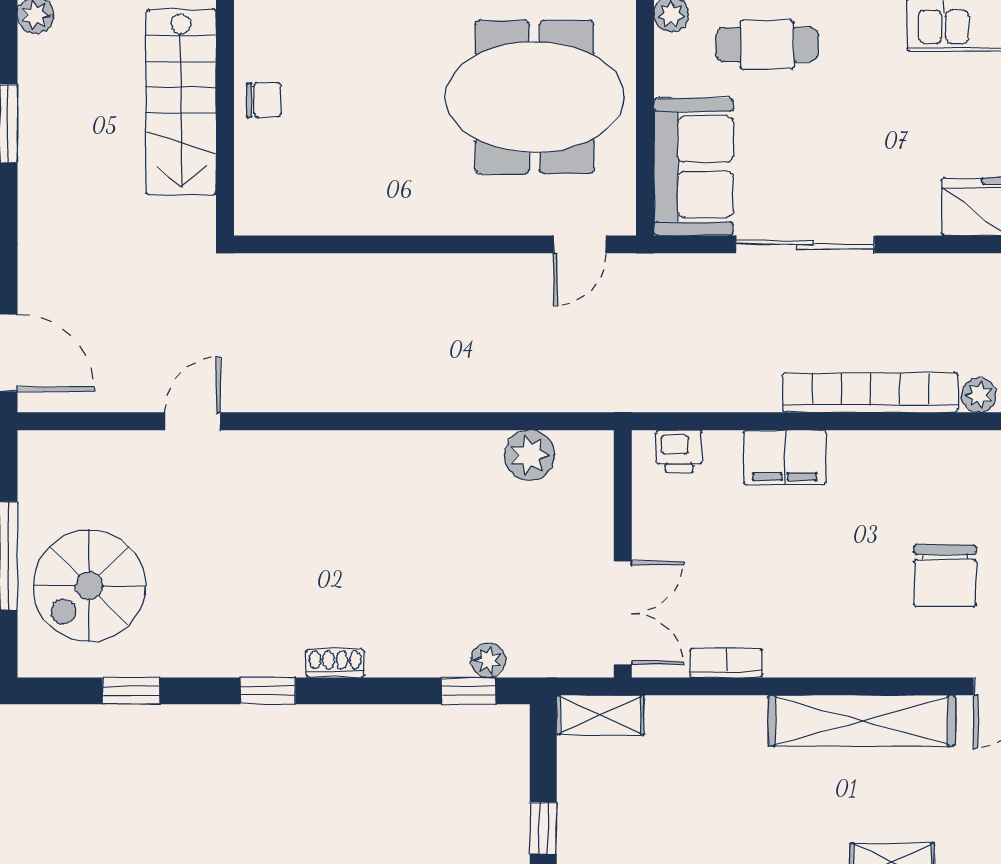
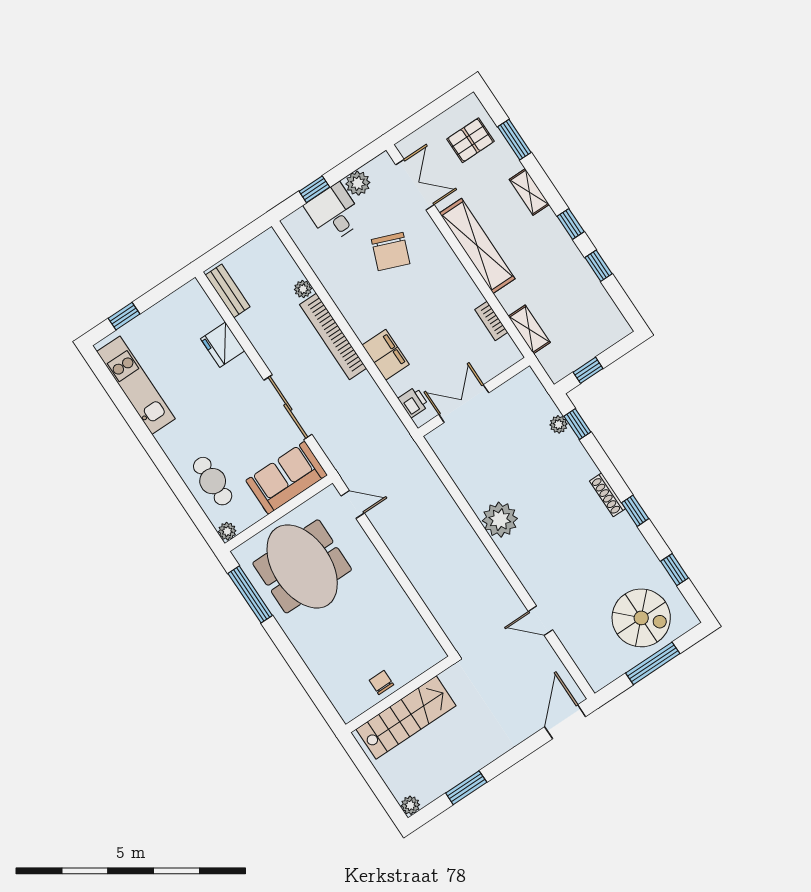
plant: (530, 455) -> (500, 520), moved, width x1.36, depth x1.36
chair: (945, 576) -> (391, 252), turned 111
double door: (623, 613) -> (464, 404), moved
shoe rack: (335, 663) -> (607, 495), width x1.43
shelving: (600, 715) -> (529, 329), moved
window: (543, 828) -> (588, 370), moved

